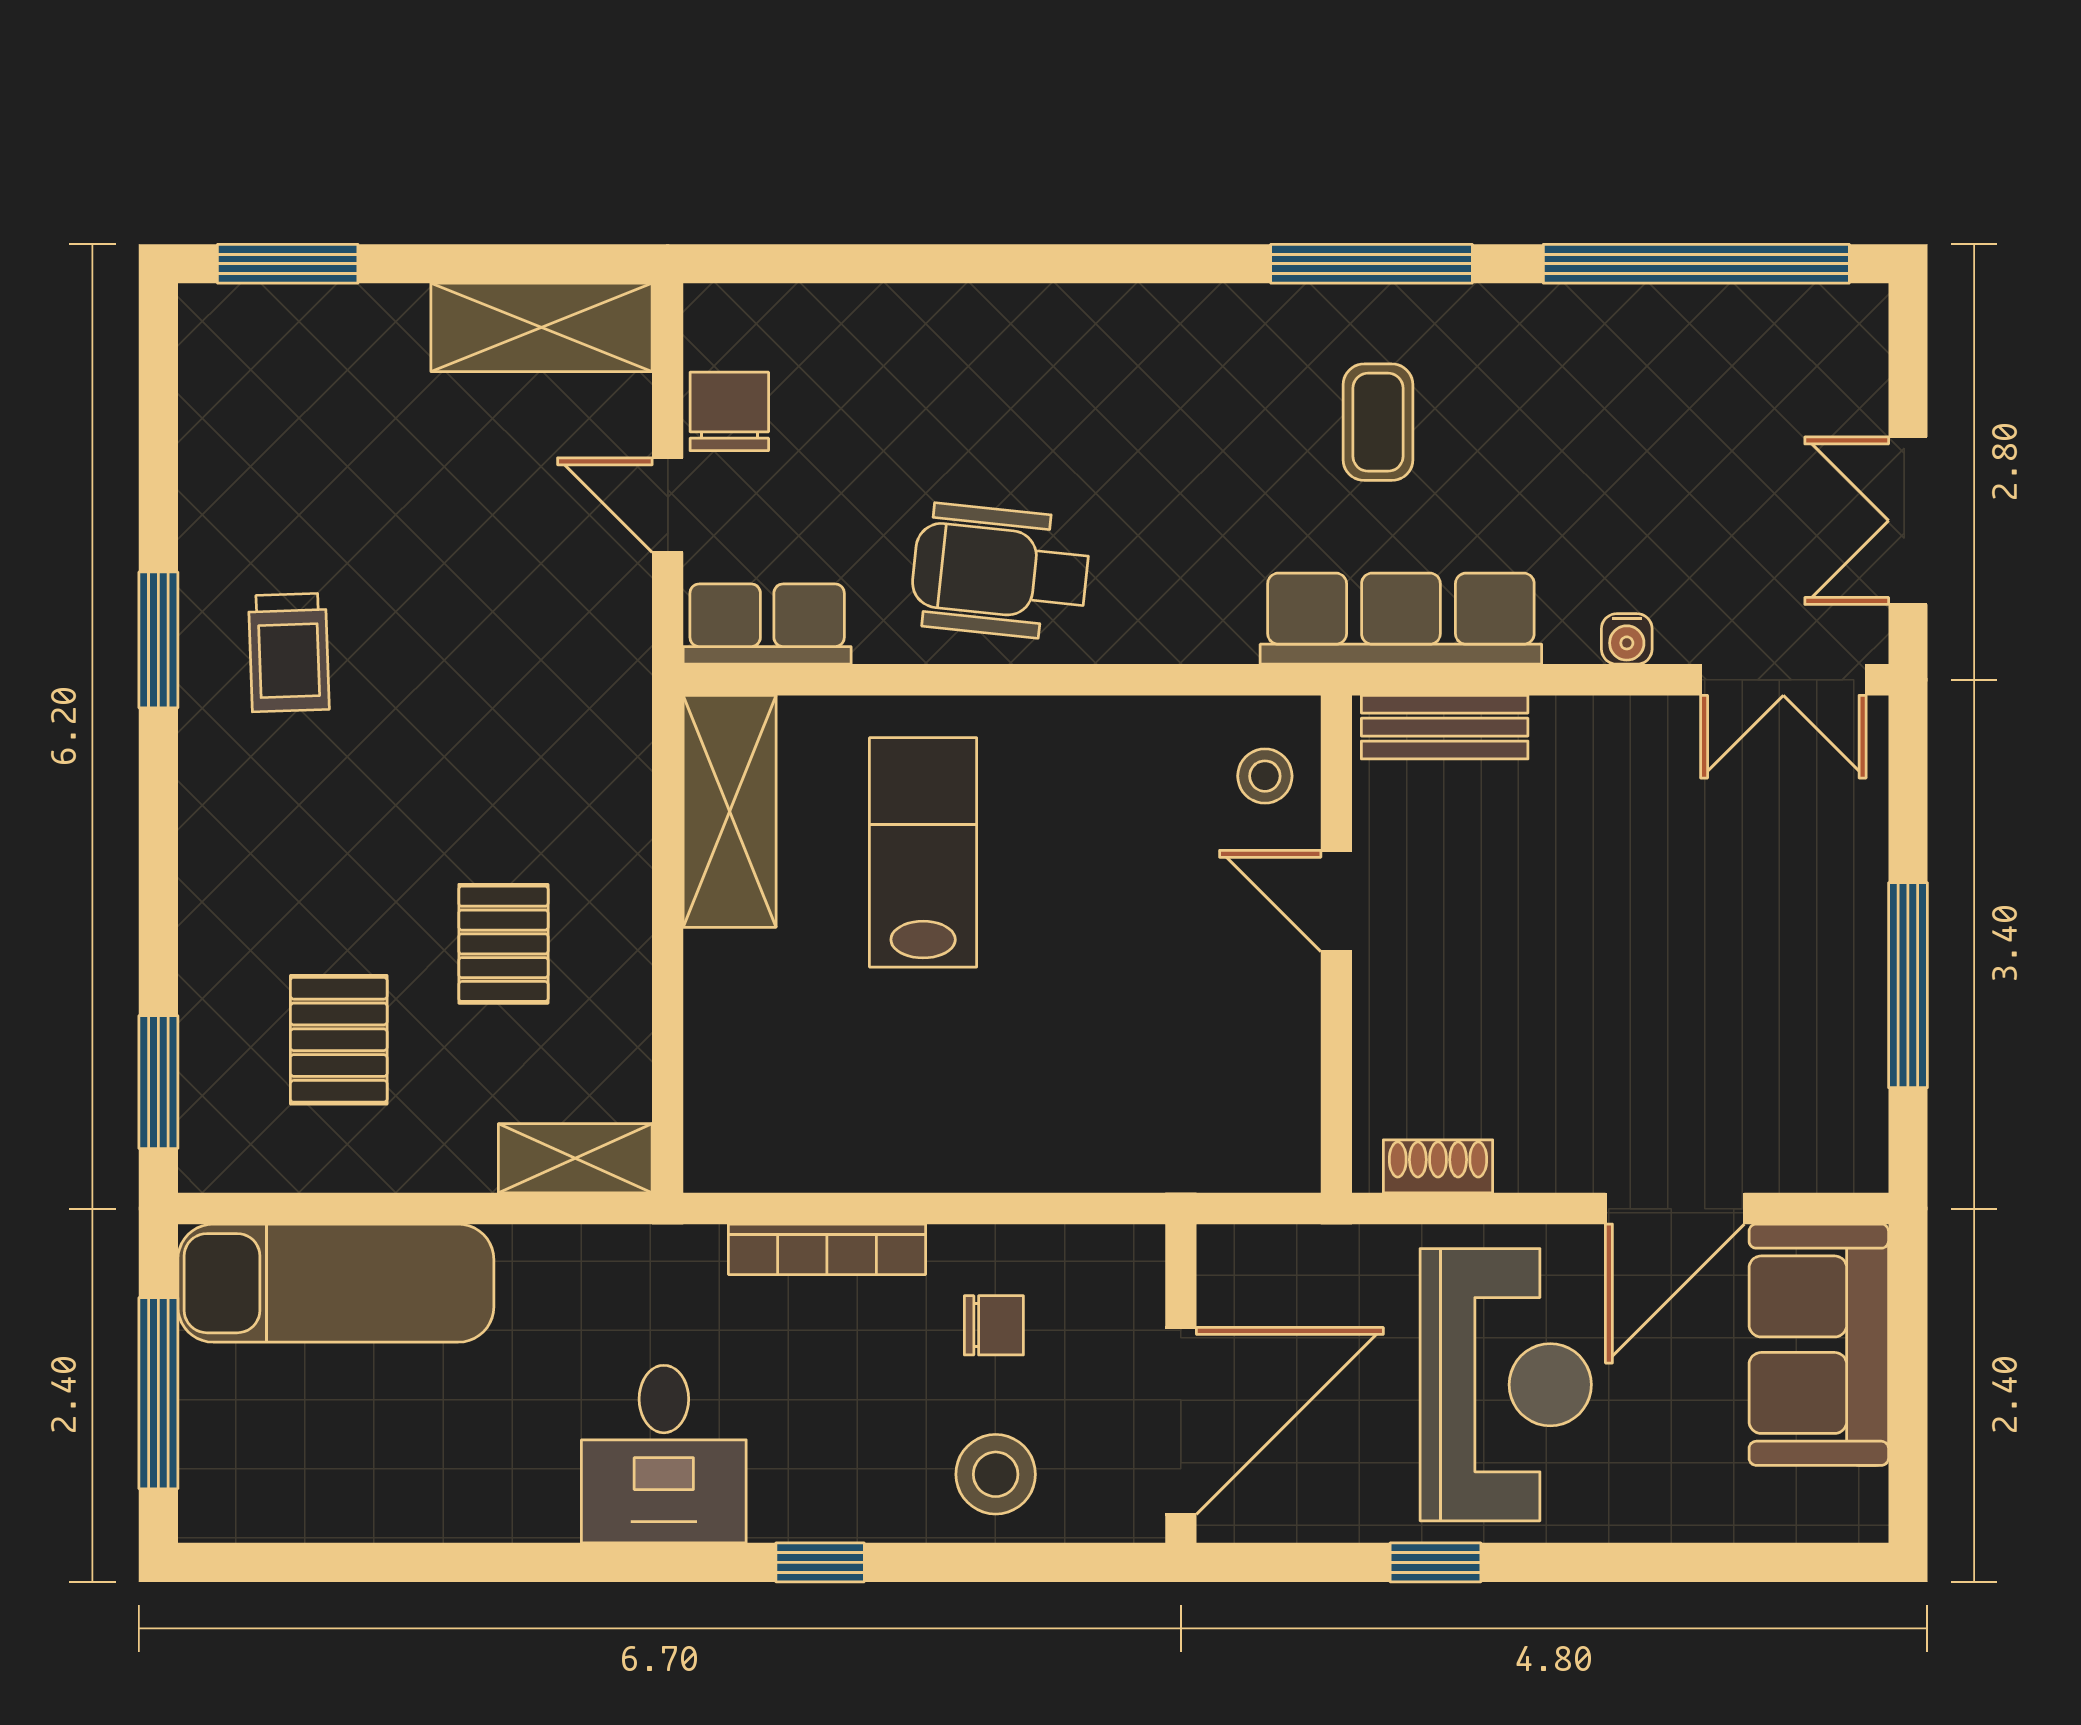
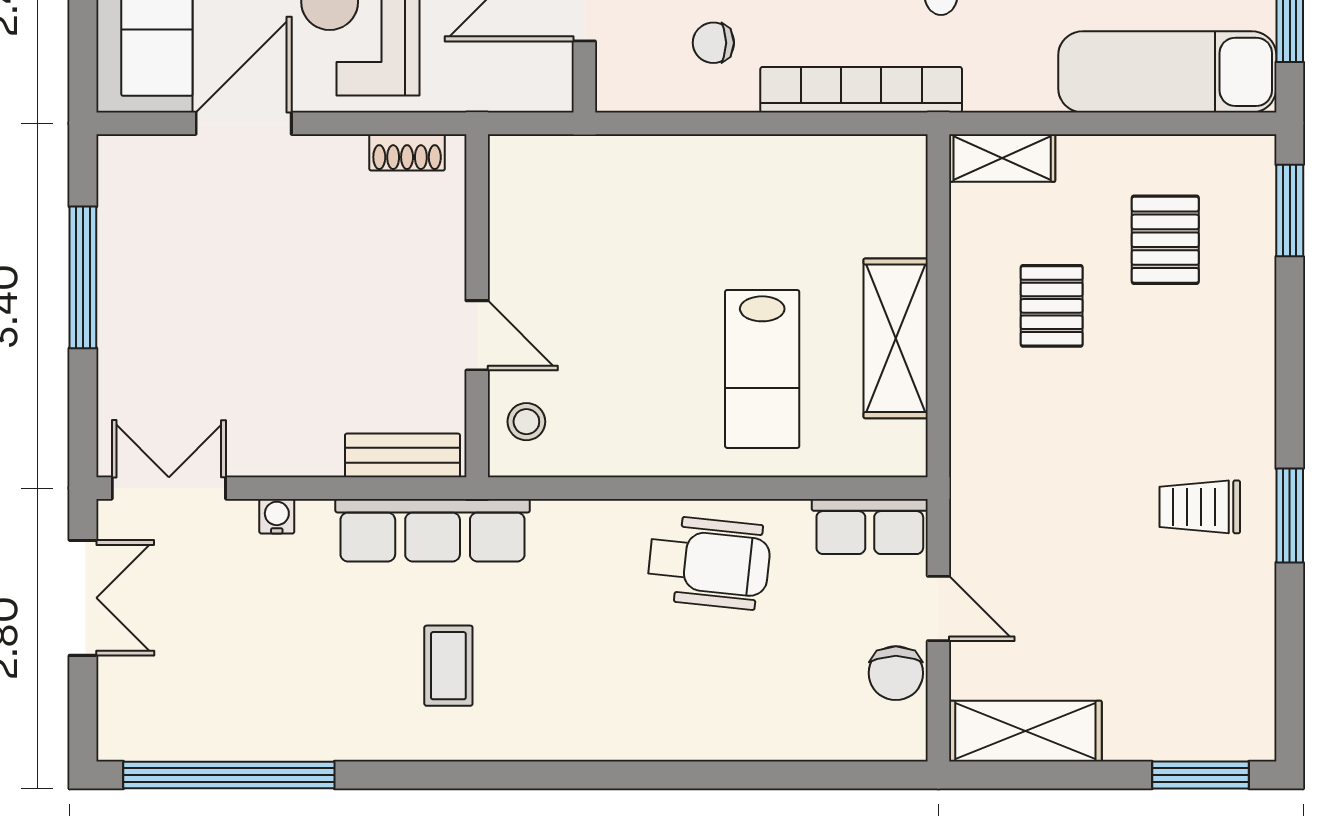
window: (1372, 264) -> (453, 775), removed
trolley: (289, 653) -> (1200, 507), turned -88
shelving: (730, 811) -> (896, 338), moved
bookcase: (827, 1249) -> (861, 90), width x1.48, depth x1.31

